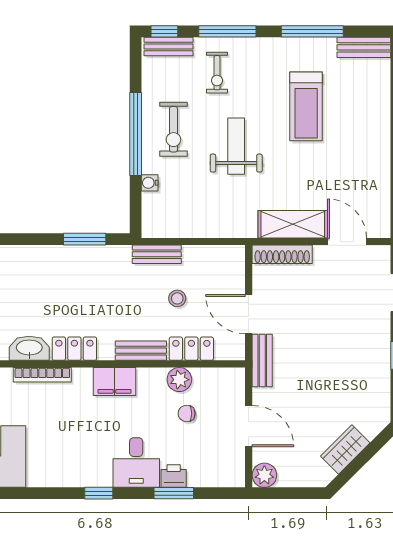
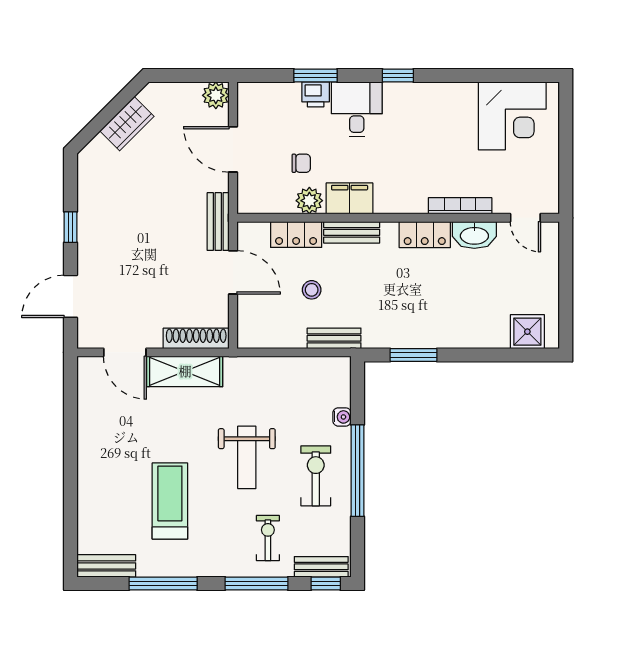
filing cabinet: (114, 381) -> (350, 198), moved

